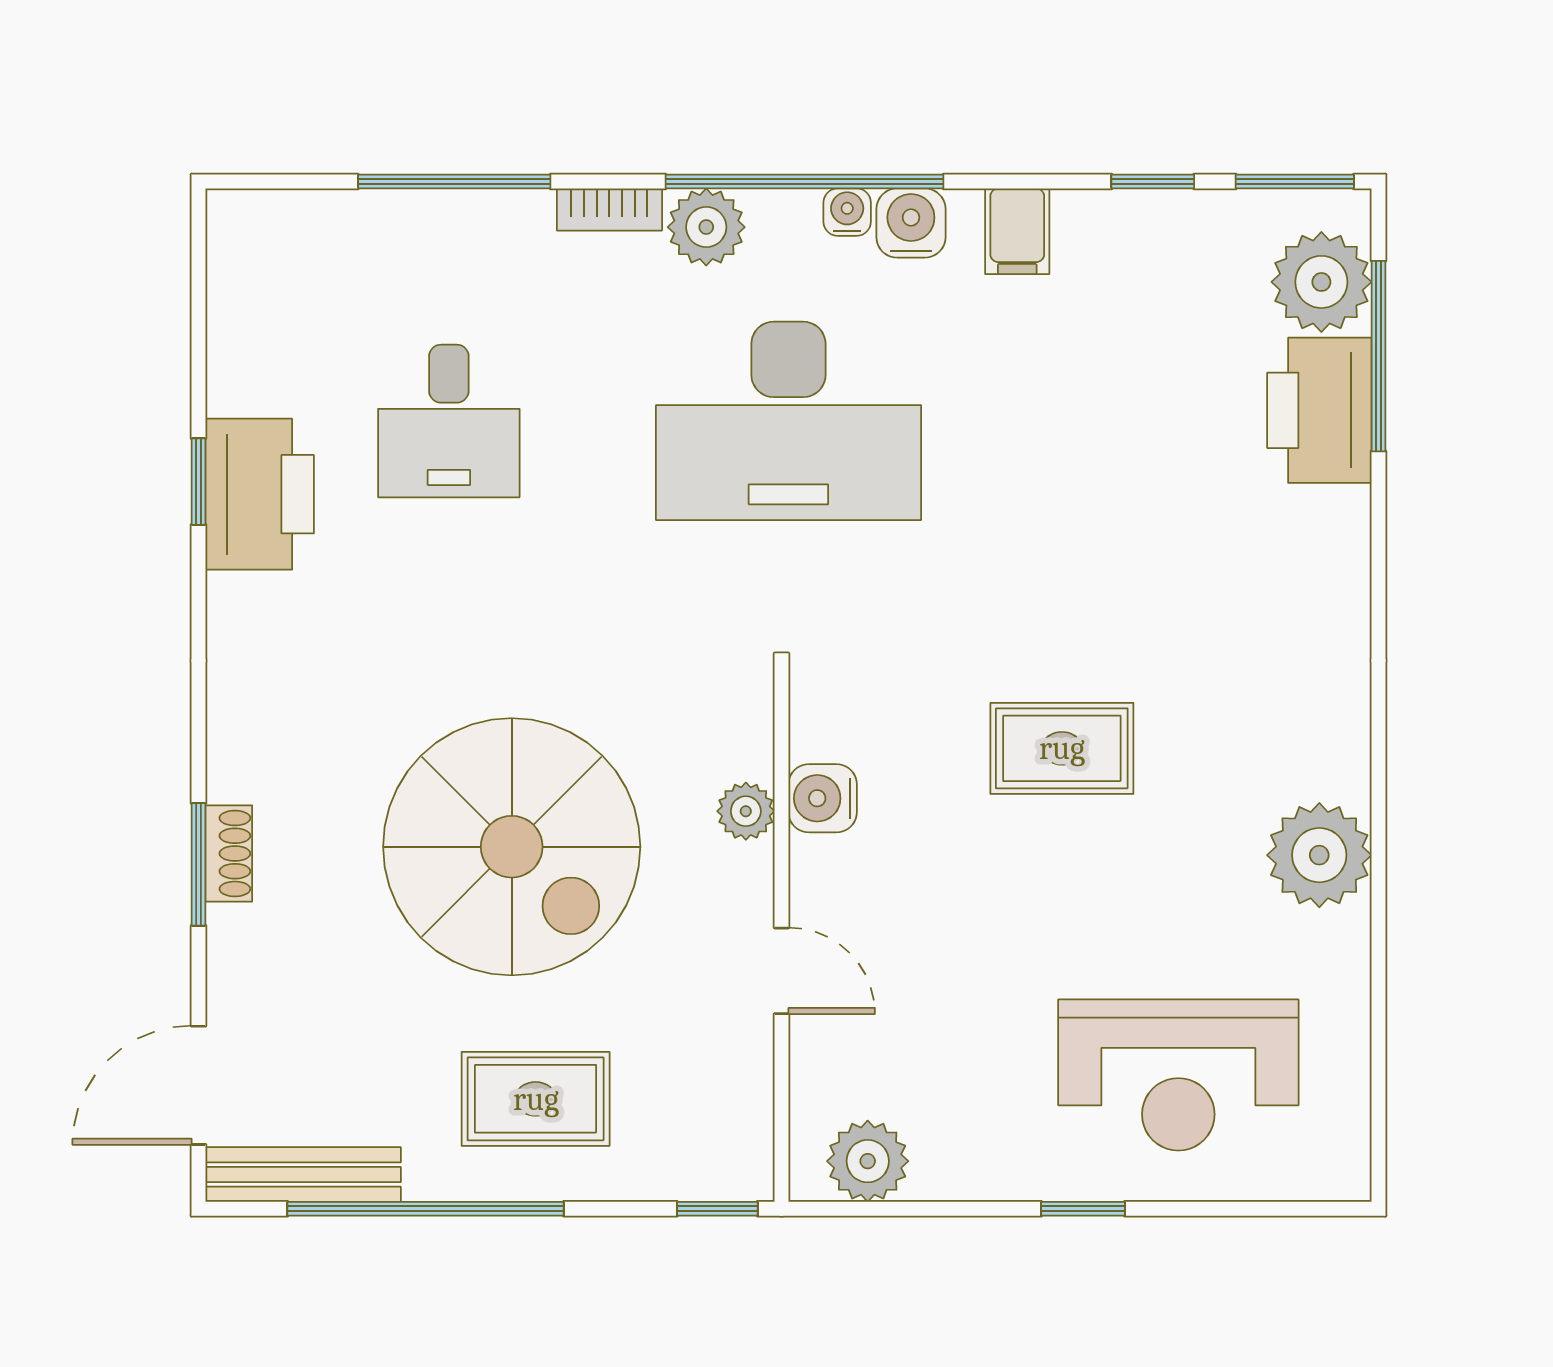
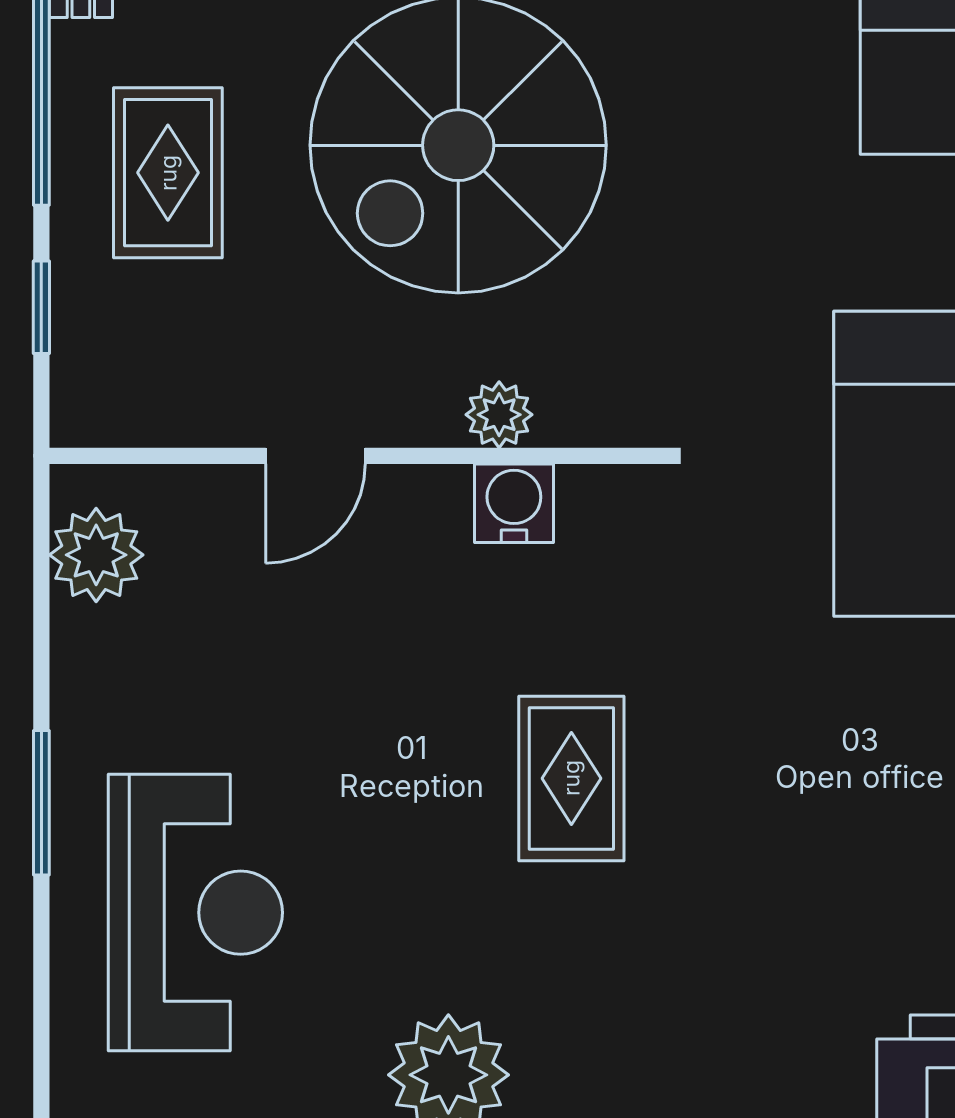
reception desk: (1178, 1075) -> (195, 913), turned 180
window: (717, 1209) -> (41, 307), moved
window: (1083, 1209) -> (41, 803), width x1.50

